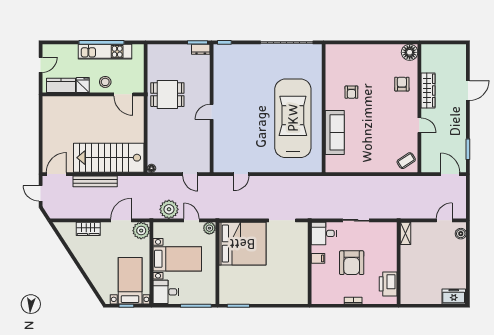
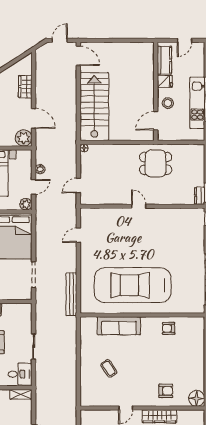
door: (41, 65) -> (184, 40), hinge flipped
armchair: (351, 92) -> (169, 328), moved
dining table: (167, 95) -> (156, 163), turned 90
car: (293, 118) -> (133, 285), turned 180
coffee table: (406, 161) -> (109, 368), moved
door: (241, 174) -> (78, 235), hinge flipped
bench: (95, 181) -> (71, 294), moved
plant: (169, 209) -> (40, 169), width x0.53, depth x0.53
desk: (324, 233) -> (20, 374), moved, turned 90

